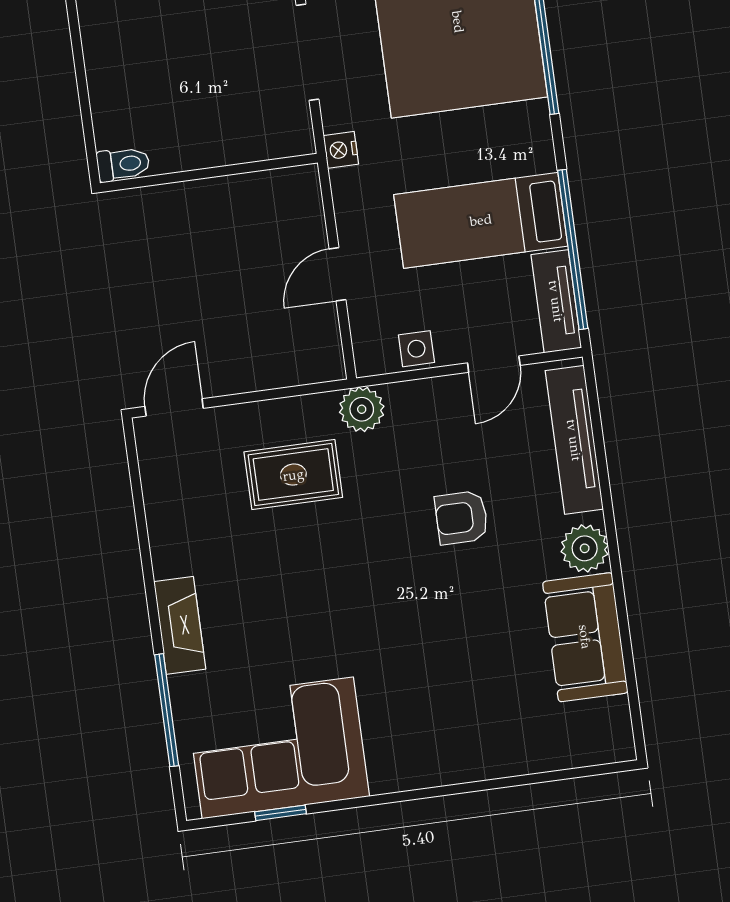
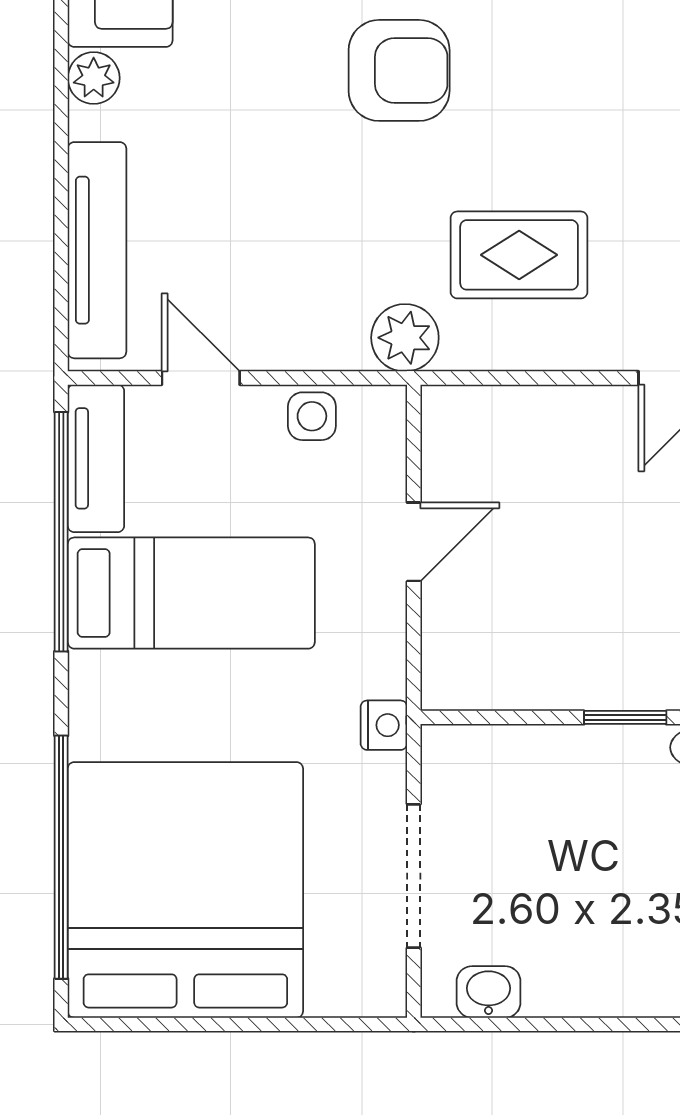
window: (181, 177) -> (625, 717), added
door: (494, 364) -> (201, 378), hinge flipped
armchair: (461, 518) -> (399, 70), moved, width x1.38, depth x1.38
plant: (585, 548) -> (94, 78), width x0.73, depth x0.73

